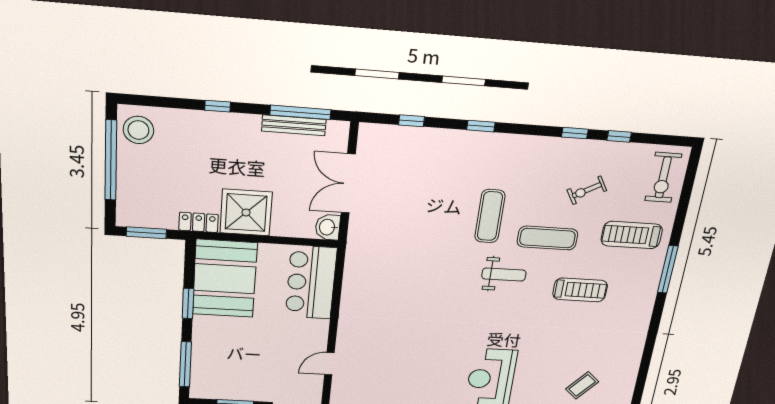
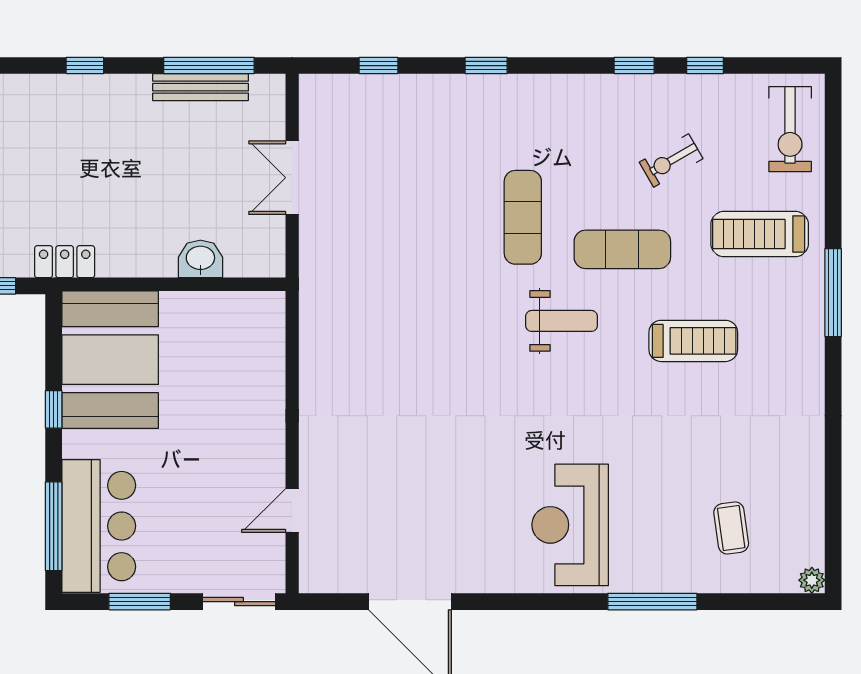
double door: (348, 184) -> (292, 178), width x0.73
shower: (246, 213) -> (137, 239), removed
washbasin: (328, 227) -> (200, 259), moved, turned 90
bar counter: (311, 282) -> (99, 526), moved, turned 180
window: (188, 303) -> (54, 409), width x0.67
coffee table: (582, 385) -> (731, 528), turned -50

